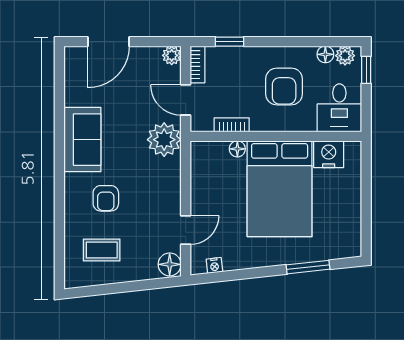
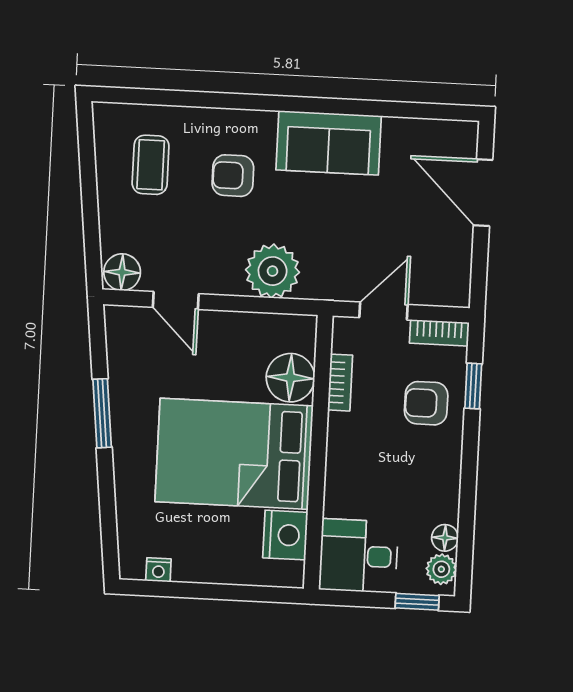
plant: (172, 55) -> (456, 292), removed
armchair: (284, 86) -> (426, 403), moved, width x0.72, depth x0.72
plant: (164, 140) -> (273, 271), moved
floor lamp: (237, 149) -> (290, 378), width x1.89, depth x1.89
nightstand: (214, 265) -> (158, 570), moved, turned -84
window: (308, 267) -> (102, 413), moved

